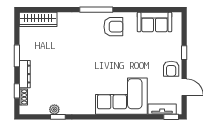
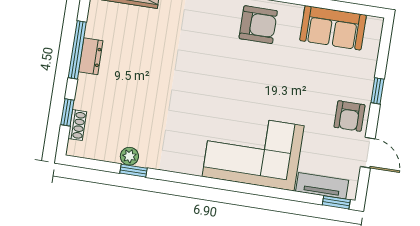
window: (17, 56) -> (77, 50), width x1.44
dresser: (25, 74) -> (91, 56), moved, width x0.70

